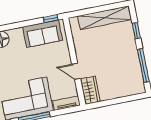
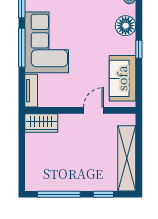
window: (51, 19) -> (139, 49), moved
door: (76, 71) -> (94, 110), moved

